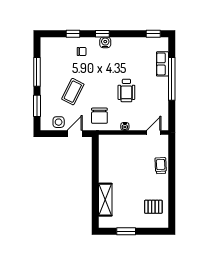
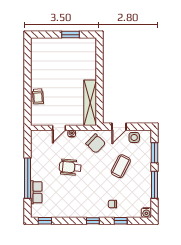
water cooler: (105, 42) -> (146, 213), moved
wheelchair: (126, 90) -> (70, 167), turned -85
chair: (99, 116) -> (96, 143), turned 134
door: (154, 132) -> (59, 128), moved
shelving: (105, 200) -> (90, 103), moved, width x1.47
pallet: (153, 207) -> (45, 58), removed

